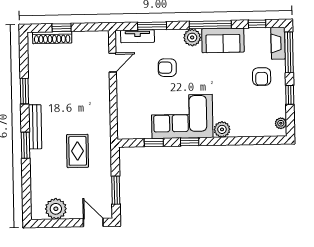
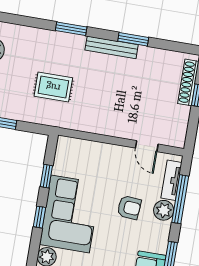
window: (152, 26) -> (180, 199), width x1.44
plant: (192, 37) -> (164, 210), moved
armchair: (167, 68) -> (129, 208), turned 92
bench: (35, 127) -> (112, 47), moved

